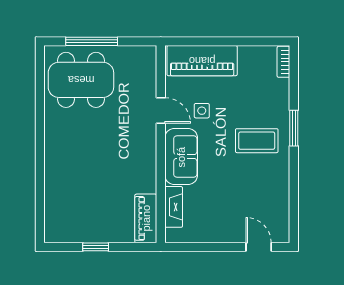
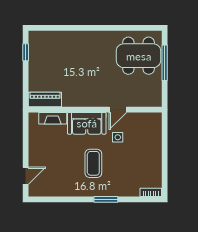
piano: (202, 61) -> (152, 137), removed
dining table: (81, 80) -> (139, 56), turned 90
coffee table: (257, 141) -> (93, 163), moved
window: (96, 247) -> (26, 52), moved

